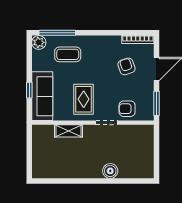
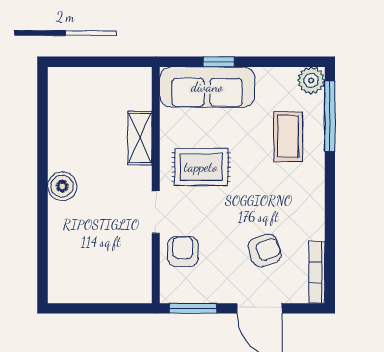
boiler: (110, 171) -> (62, 186), moved

